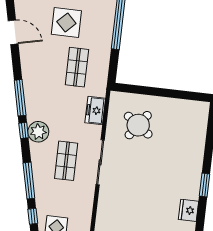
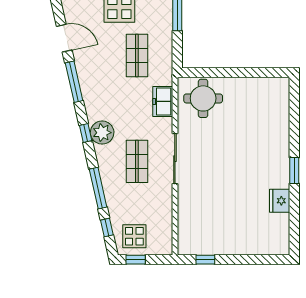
door: (13, 32) -> (64, 38), moved
window: (20, 98) -> (74, 82), moved
round table: (138, 125) -> (203, 98), moved, turned -36

